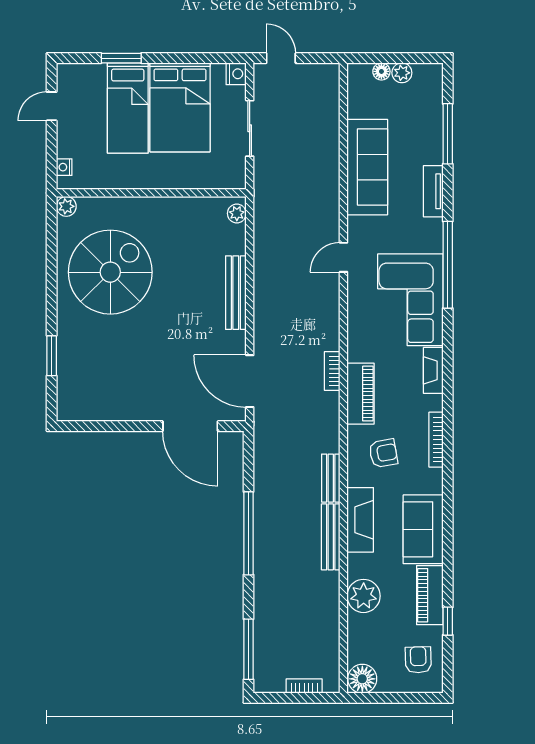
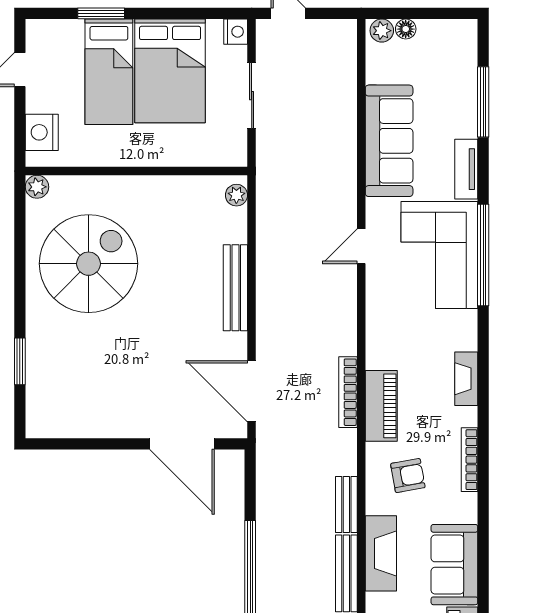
plant: (402, 73) -> (382, 31), moved
nightstand: (64, 167) -> (42, 132), width x1.89, depth x1.79
corner sofa: (410, 300) -> (439, 255), moved
bookcase: (332, 371) -> (348, 392), width x1.56

